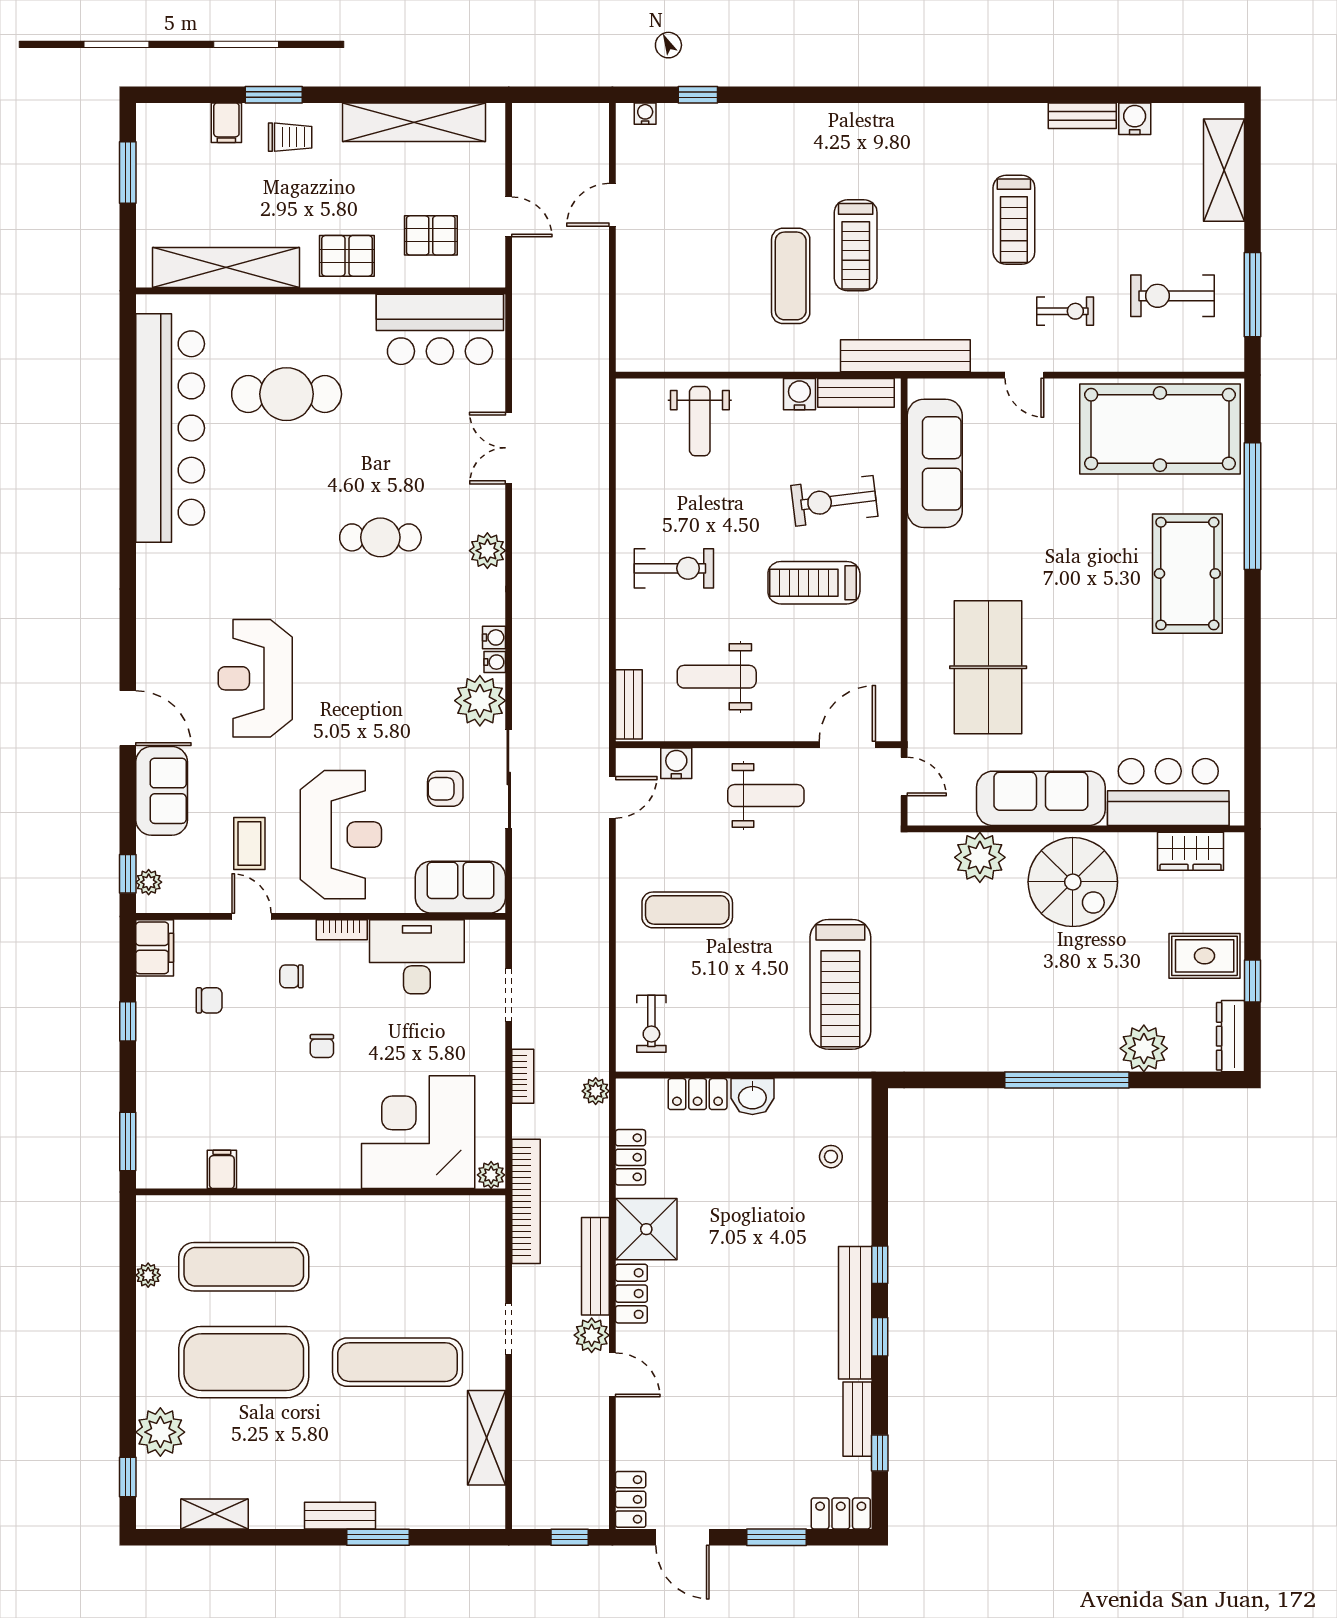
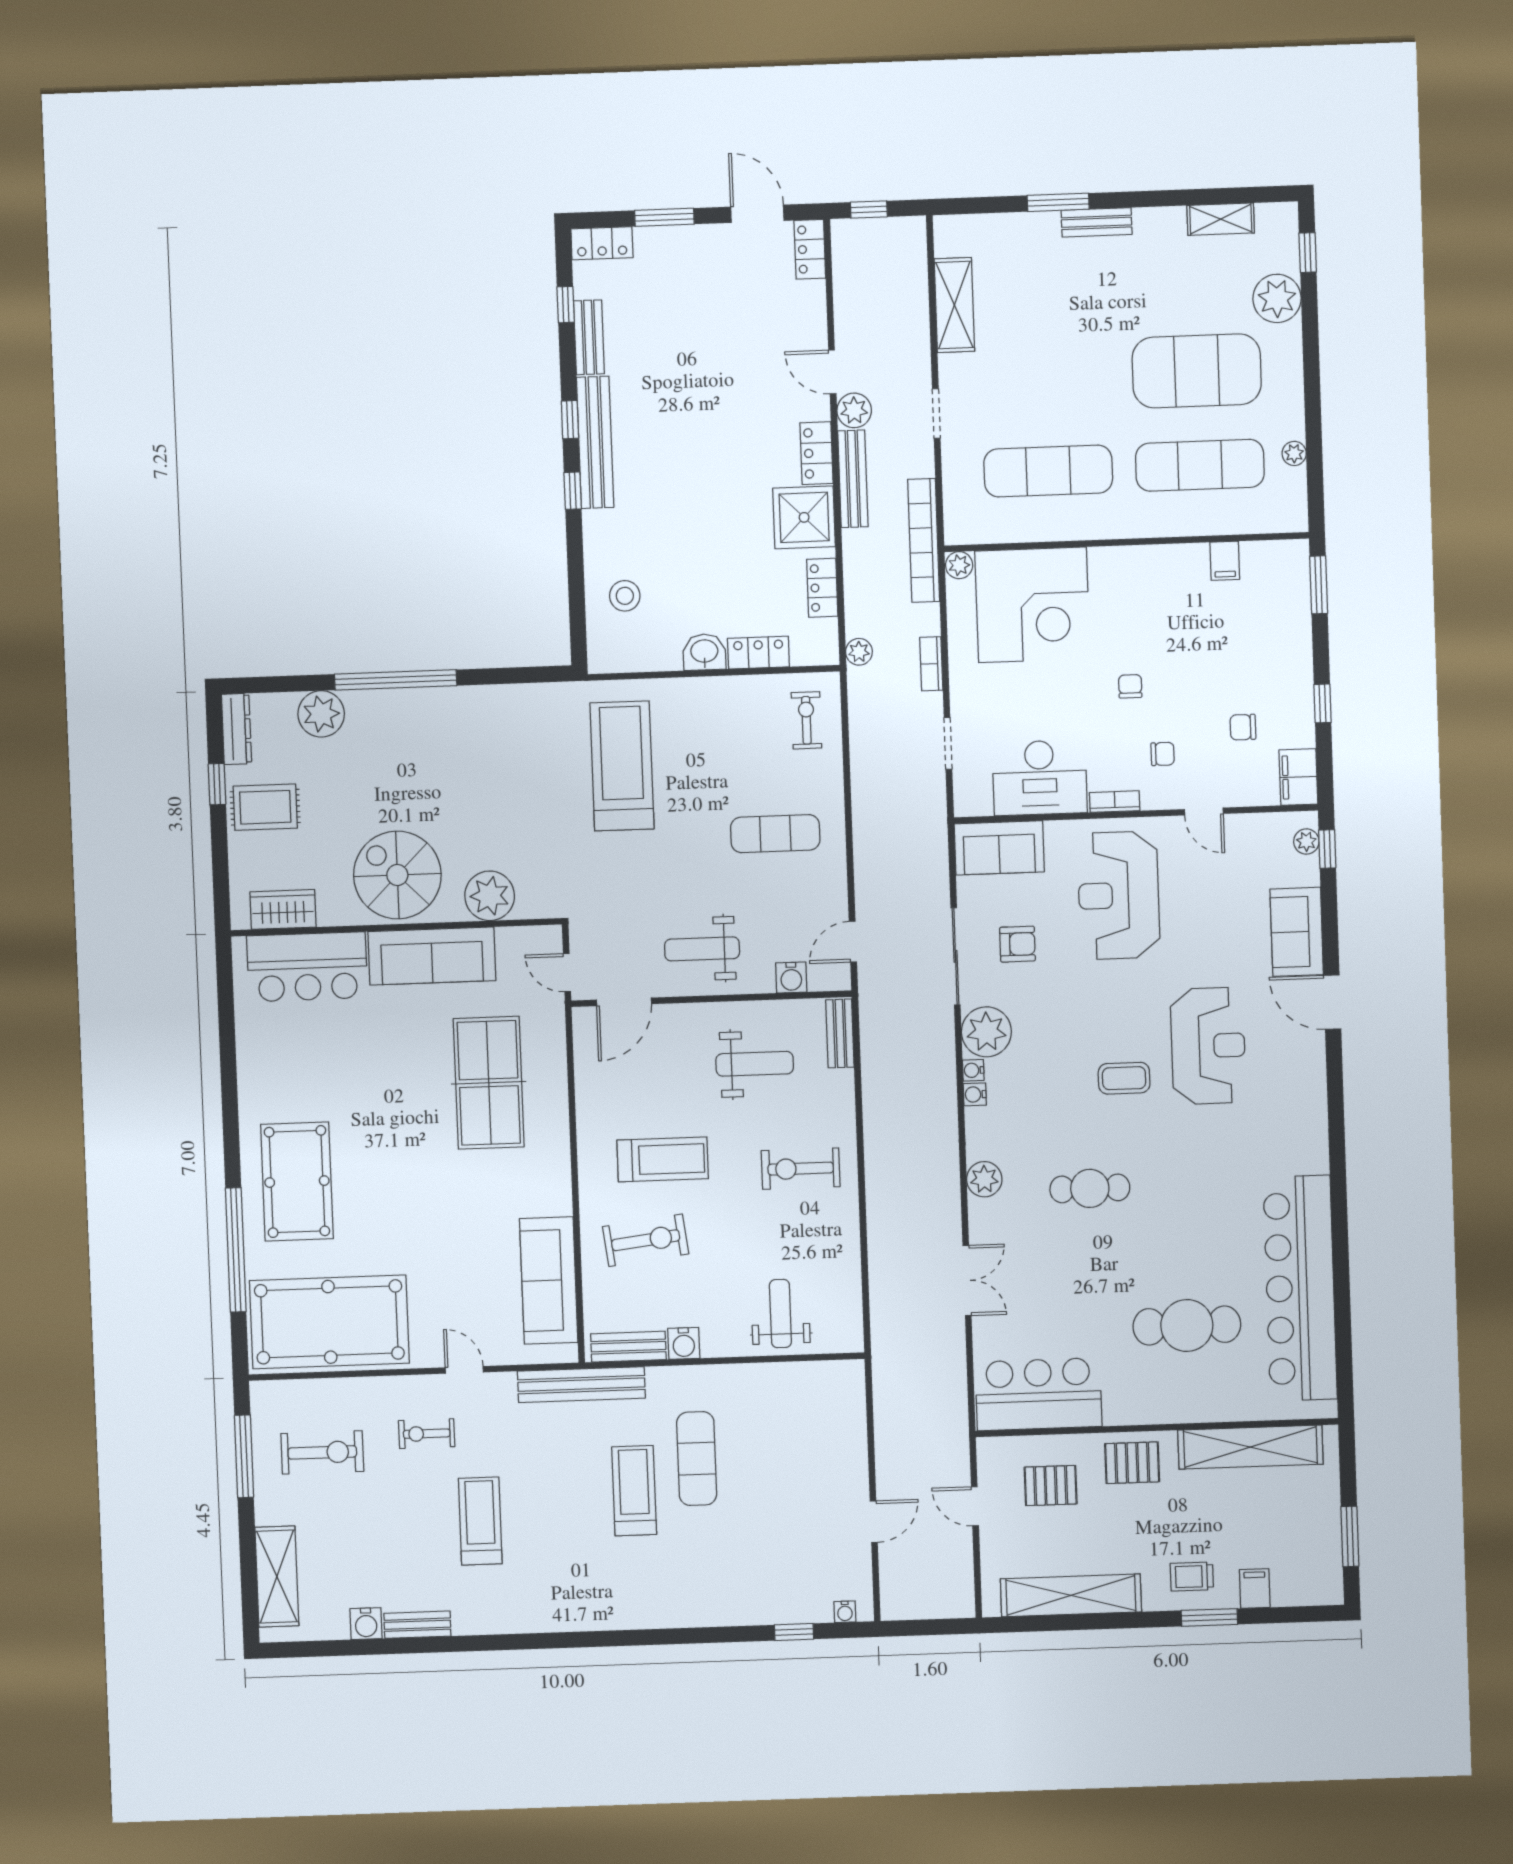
coffee table: (249, 844) -> (1124, 1078), moved, turned 90
stool: (831, 1157) -> (625, 596), width x1.37, depth x1.37
exercise mat: (397, 1362) -> (1048, 471), moved

